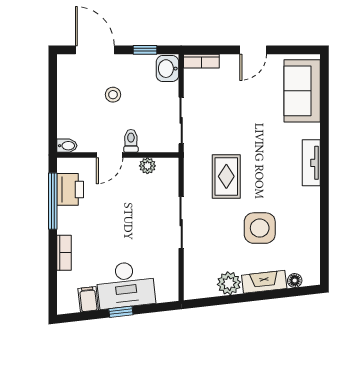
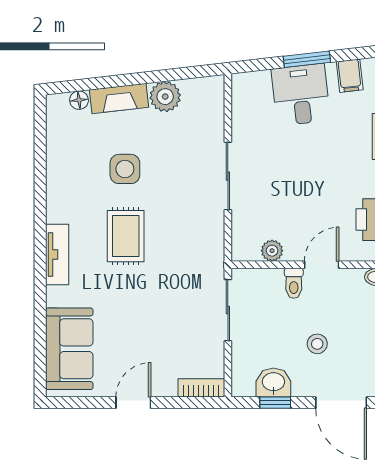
washbasin: (167, 69) -> (273, 383), moved, turned -90
rug: (226, 176) -> (126, 236), moved
side table: (260, 228) -> (125, 169), width x0.73, depth x0.73
desk: (126, 285) -> (301, 95), width x0.73
window: (121, 312) -> (307, 59), width x1.50

